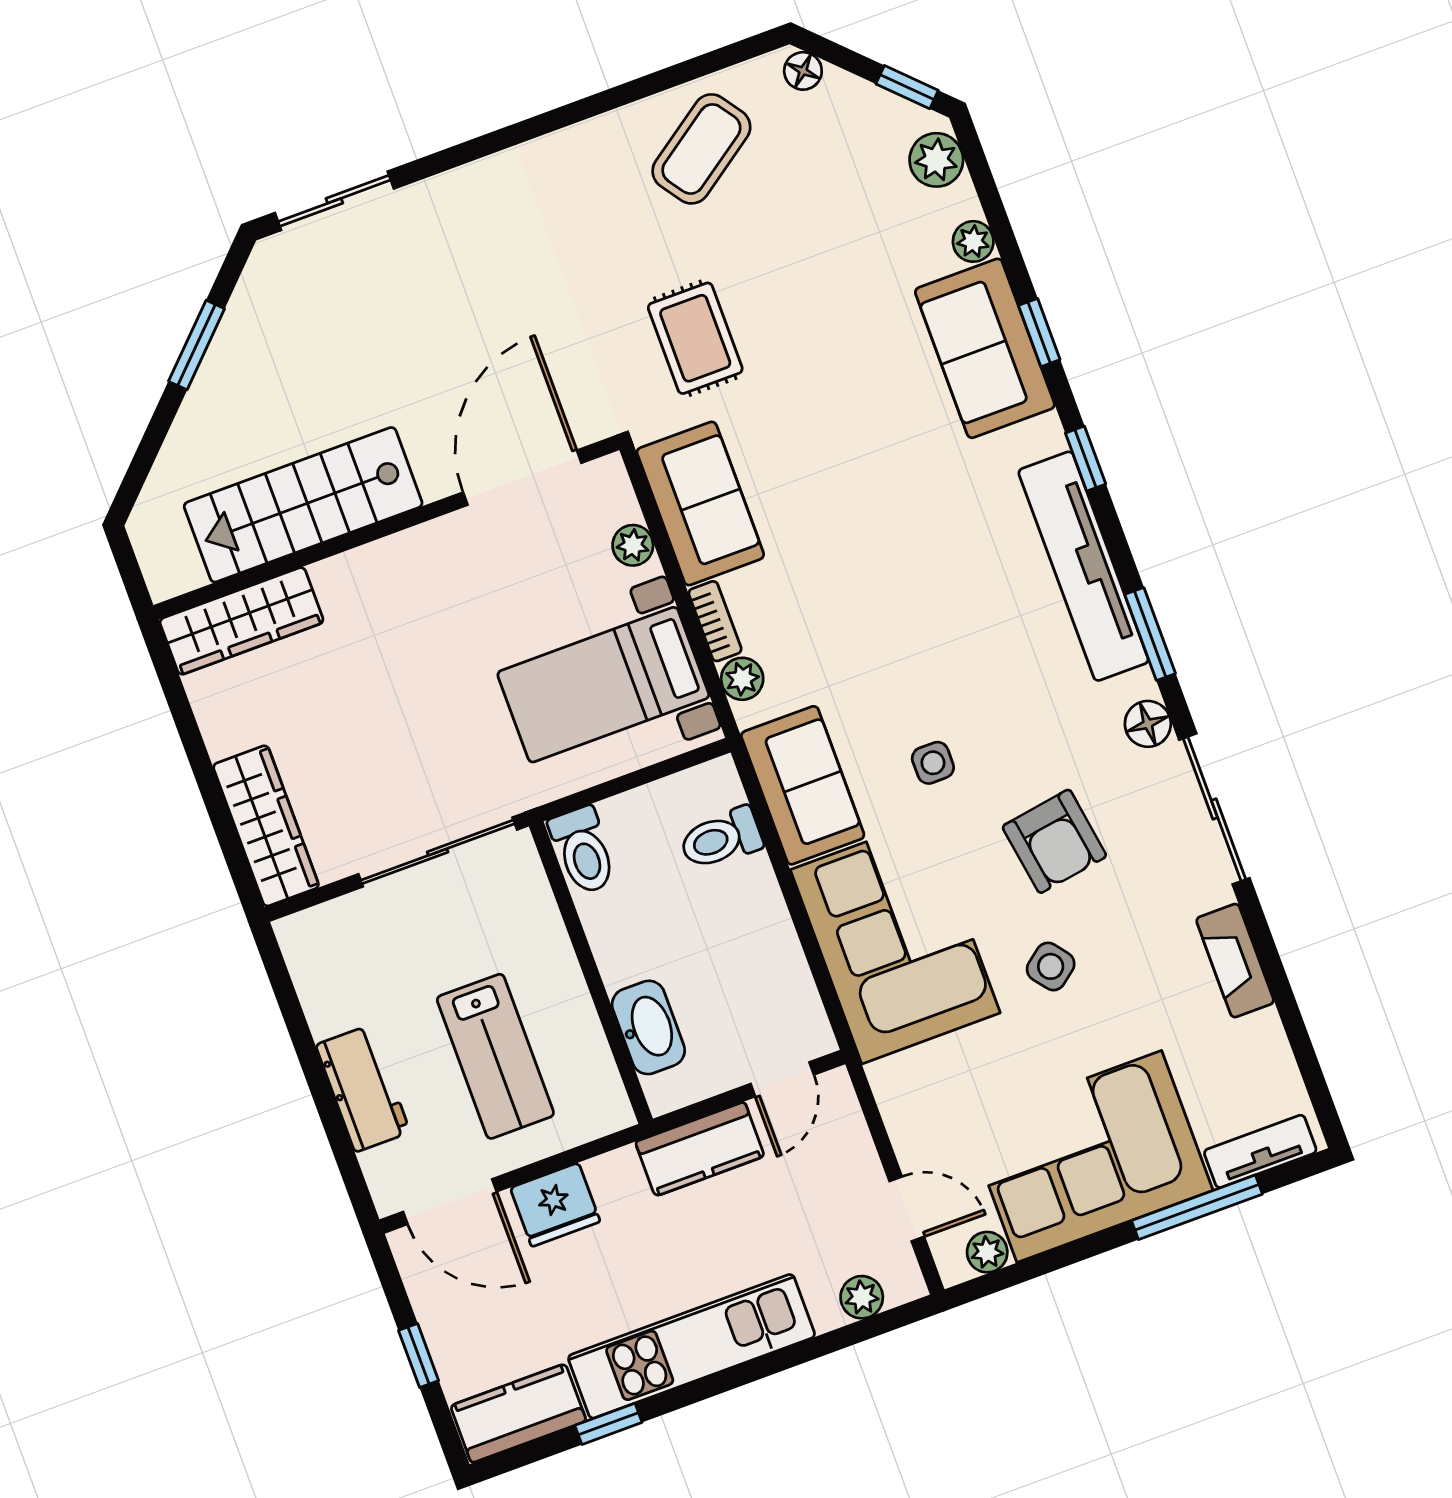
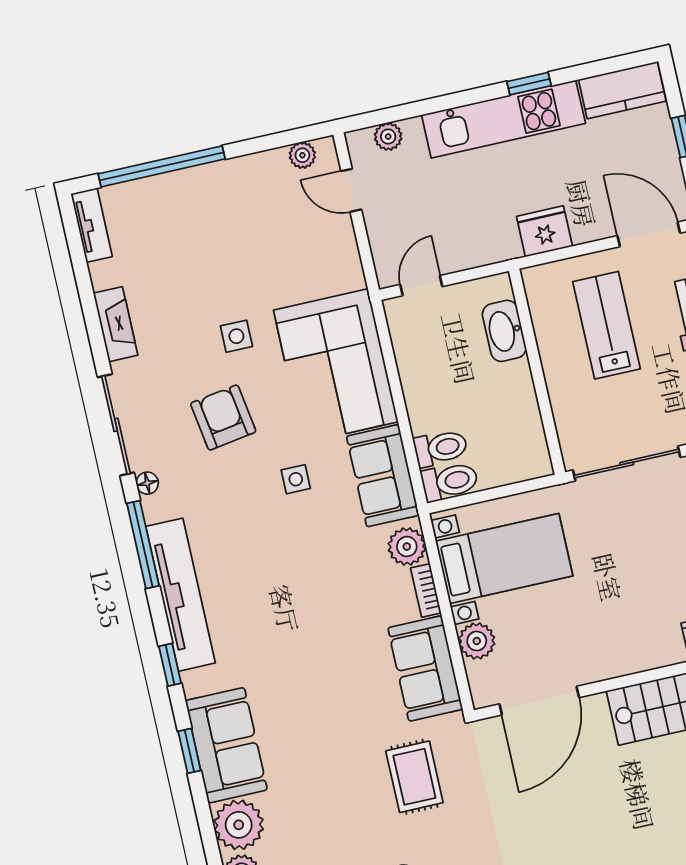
plant: (973, 241) -> (239, 825), width x1.87, depth x1.87
plant: (633, 545) -> (477, 641), width x1.38, depth x1.38
window: (1150, 634) -> (143, 545), width x1.44
plant: (742, 679) -> (407, 547), width x1.38, depth x1.38
floor lamp: (1148, 724) -> (147, 483), width x0.73, depth x0.73
toilet: (583, 850) -> (450, 481), moved, turned 90
side table: (1051, 966) -> (236, 336), turned 38
kitchen counter: (700, 1149) -> (481, 247), removed
tv unit: (1260, 1151) -> (92, 225), moved, turned -90
corner sofa: (1089, 1157) -> (228, 209), removed
fridge: (555, 1205) -> (544, 231), moved
window: (1197, 1207) -> (162, 166), width x1.46
window: (608, 1424) -> (529, 84), moved

